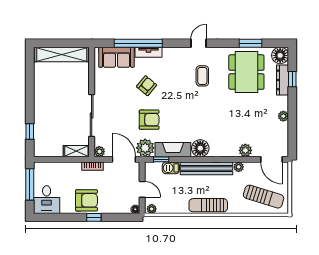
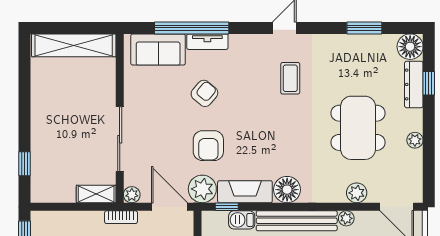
dining table: (246, 72) -> (358, 128), moved
armchair: (149, 120) -> (208, 146), turned 90

